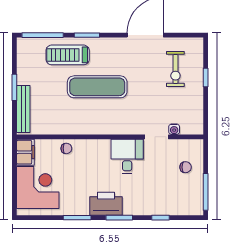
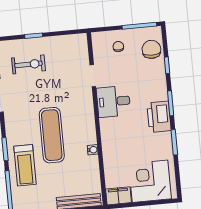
water cooler: (174, 129) -> (93, 150), moved
chair: (66, 148) -> (151, 49), moved, width x1.87, depth x1.87

